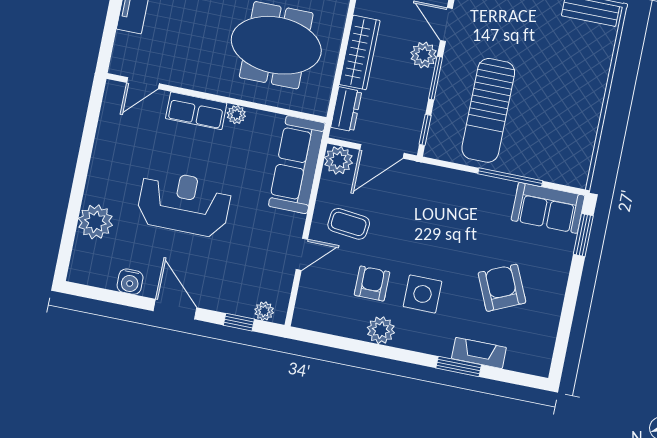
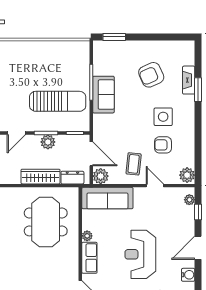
plant: (424, 55) -> (48, 142), moved
sofa: (548, 208) -> (103, 95), moved
plant: (381, 330) -> (187, 175), moved

